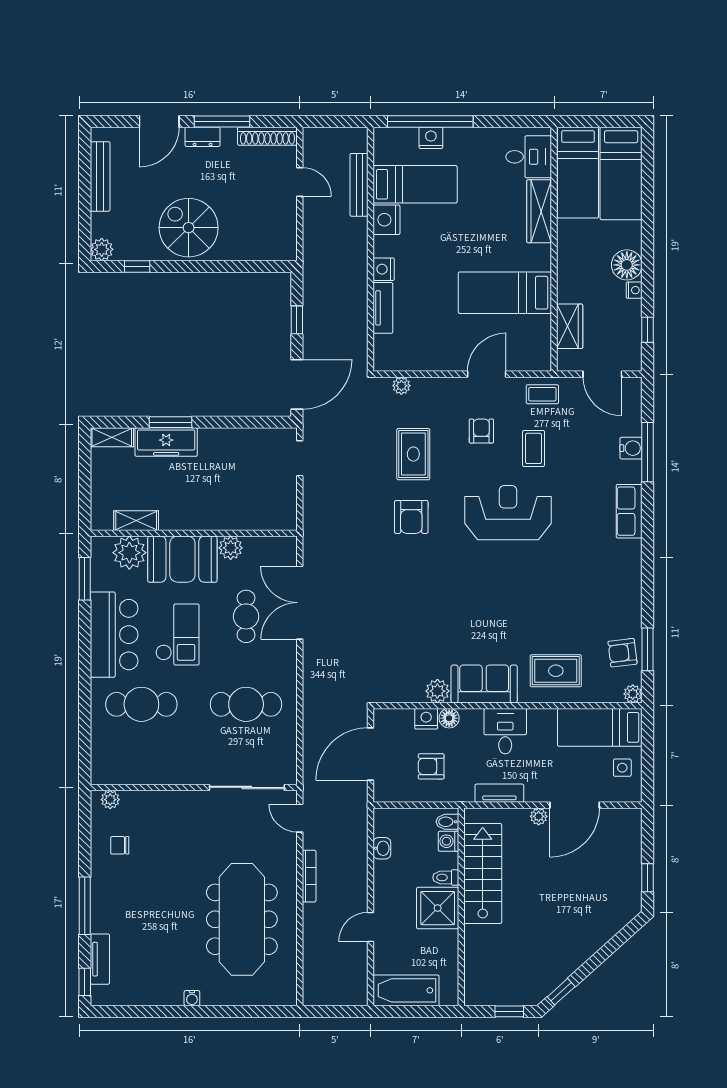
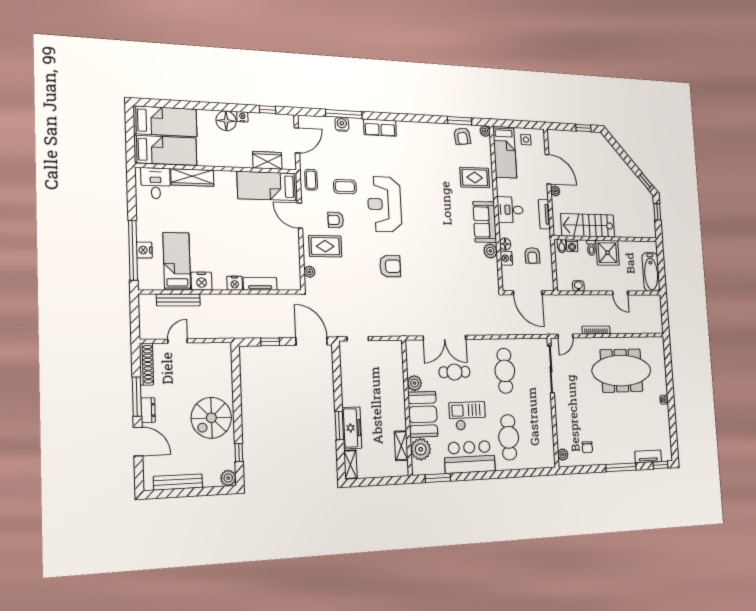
bed: (505, 293) -> (267, 186), moved, turned 90
rug: (413, 454) -> (325, 246), moved
rug: (556, 671) -> (475, 178), turned 90

